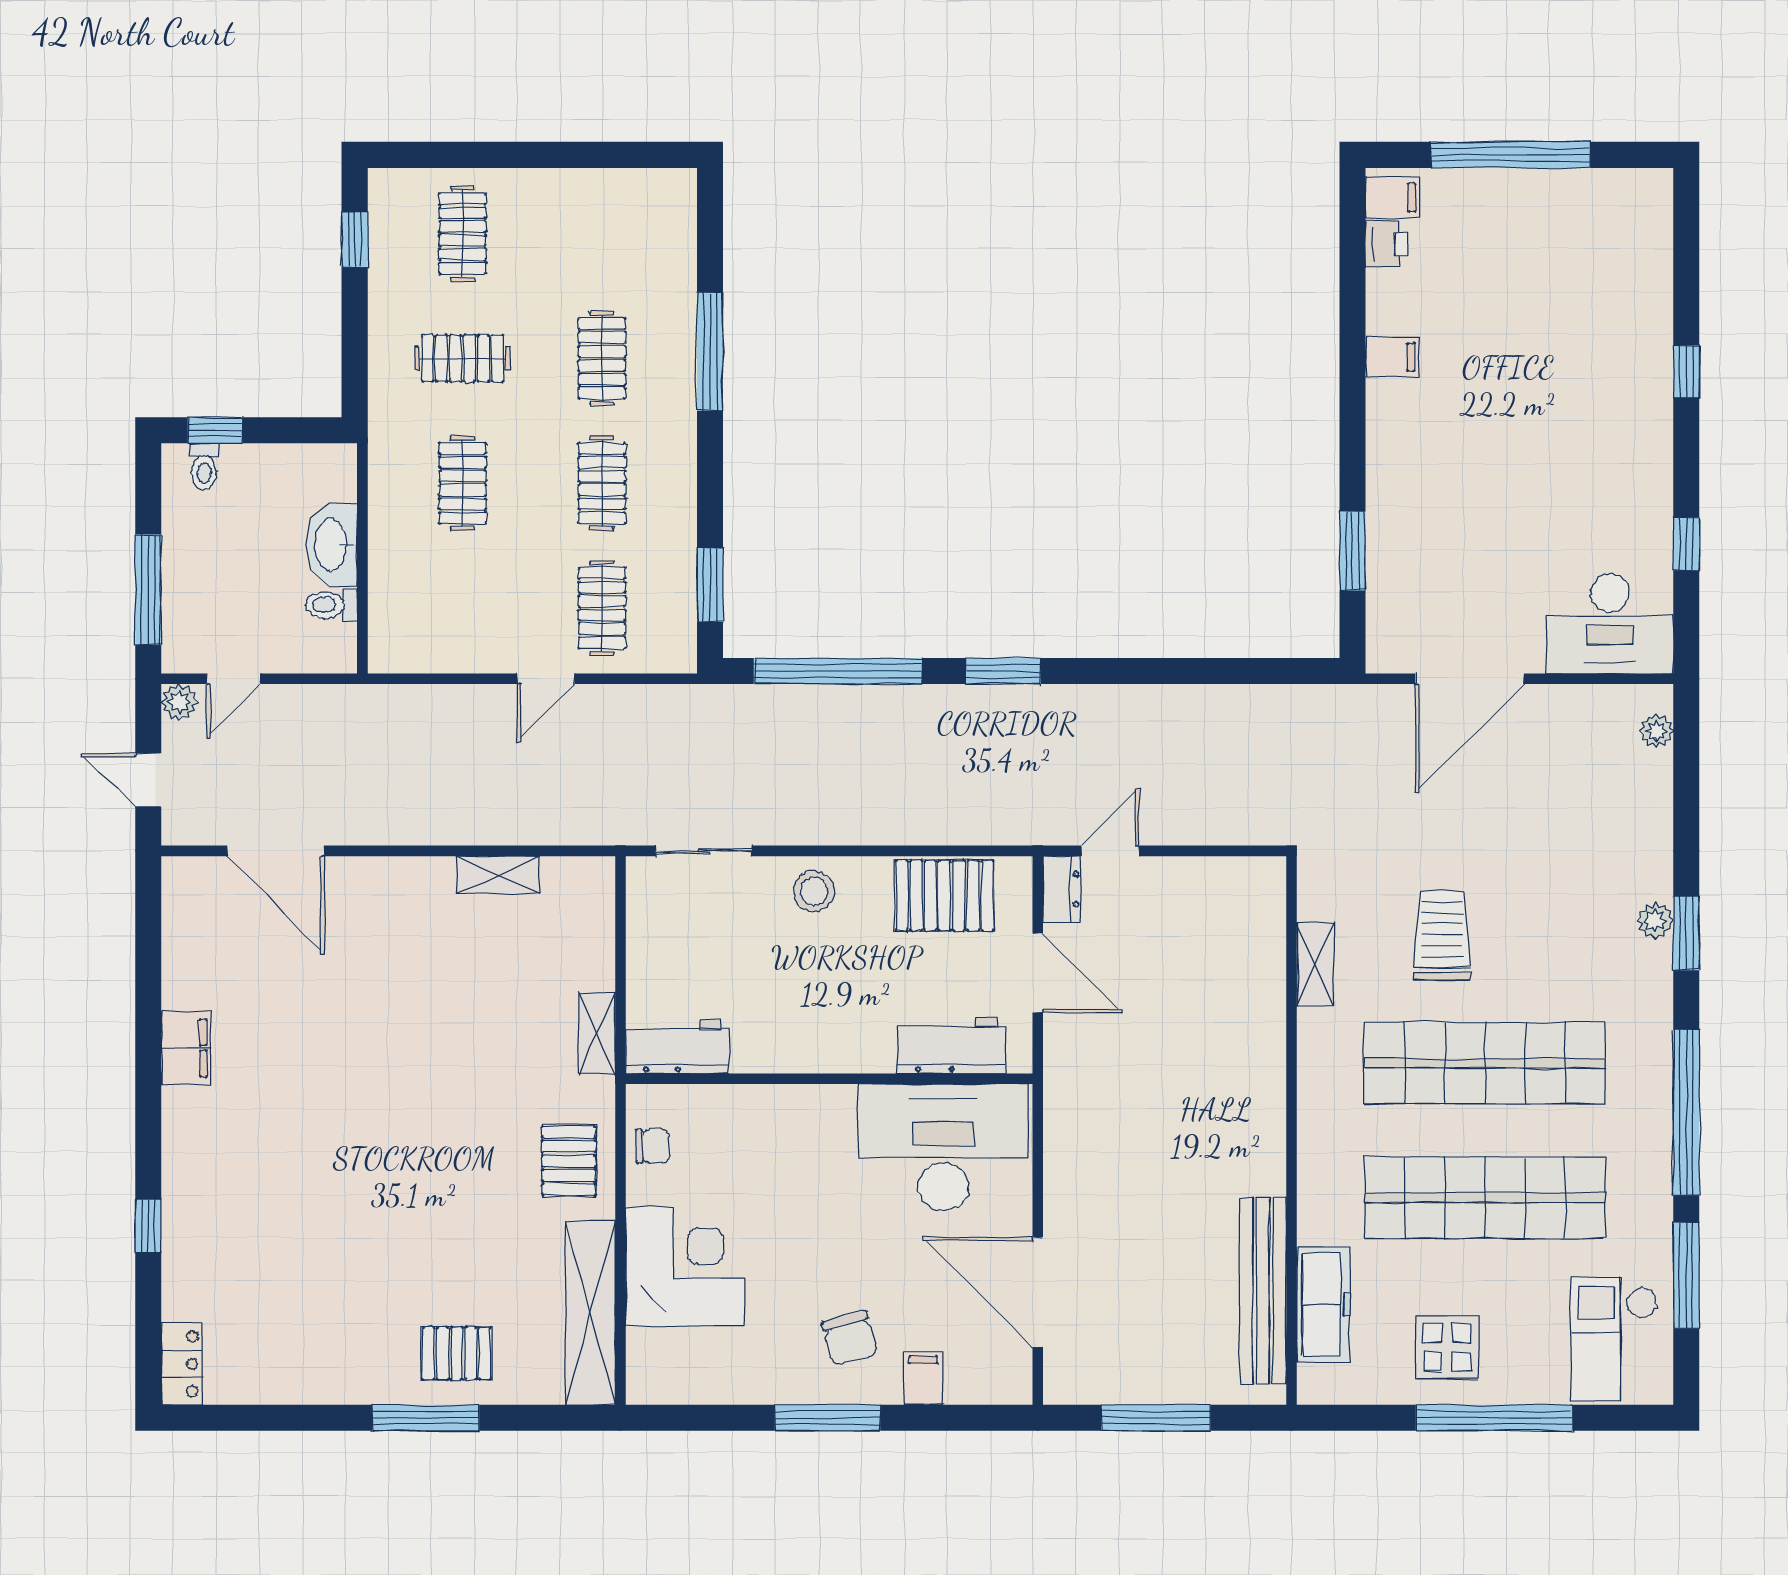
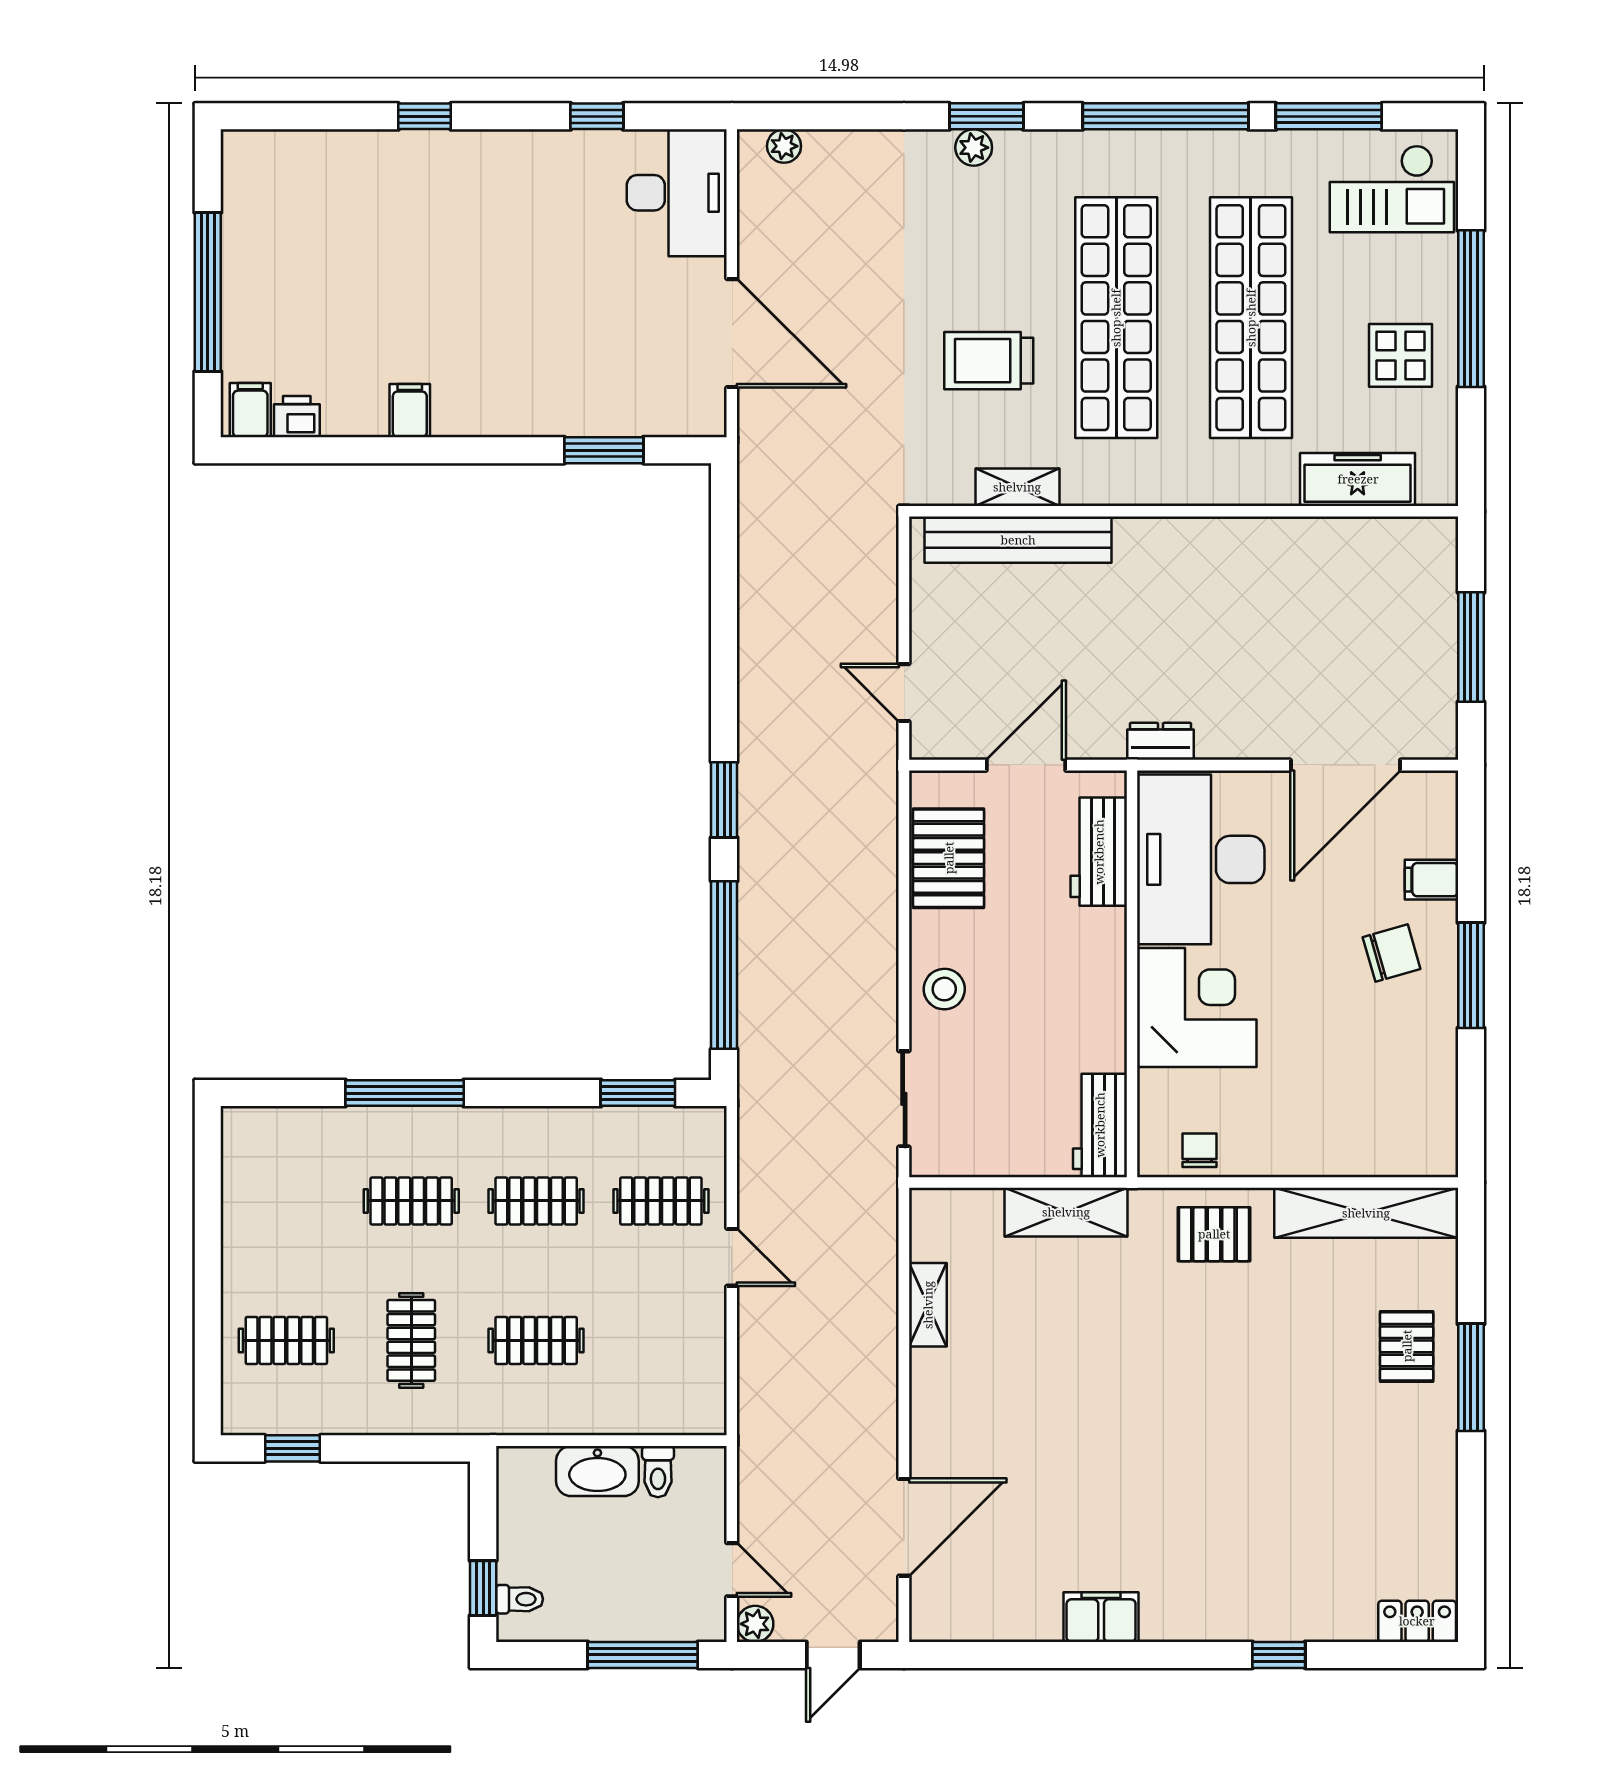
dresser: (1061, 889) -> (1161, 741), moved
shelving: (597, 1033) -> (1066, 1212), width x1.50, depth x1.33
corner desk: (685, 1266) -> (1197, 1007), moved, turned 90
bench: (1263, 1291) -> (1018, 540), moved

